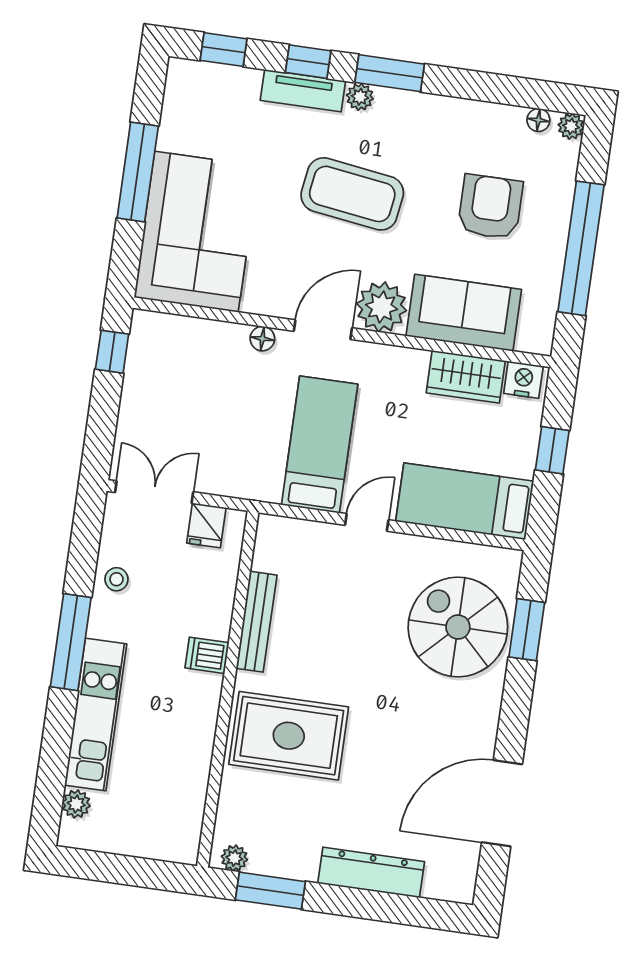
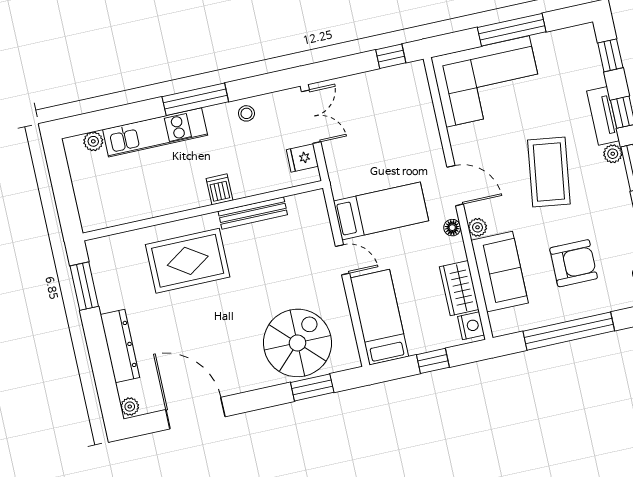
plant: (382, 307) -> (478, 227), width x0.53, depth x0.53
floor lamp: (262, 339) -> (452, 228), moved
rug: (289, 736) -> (188, 261), turned 90
plant: (234, 858) -> (130, 407), moved

